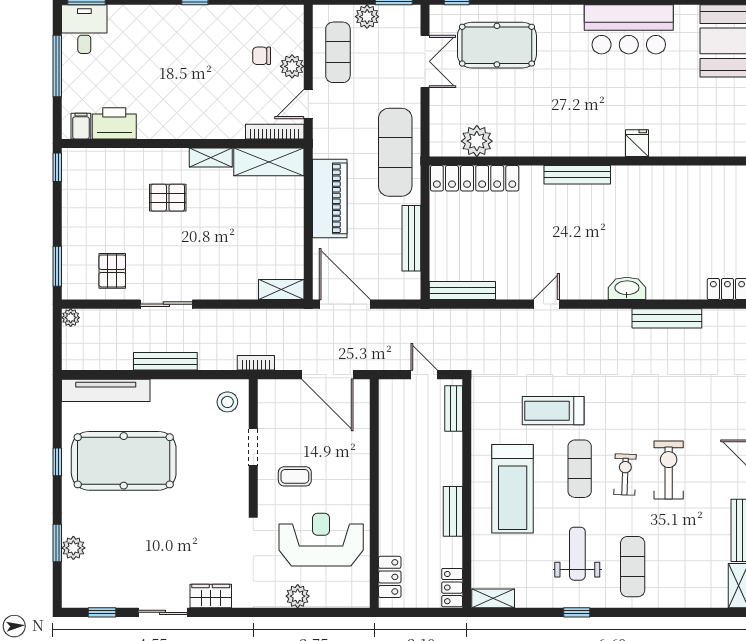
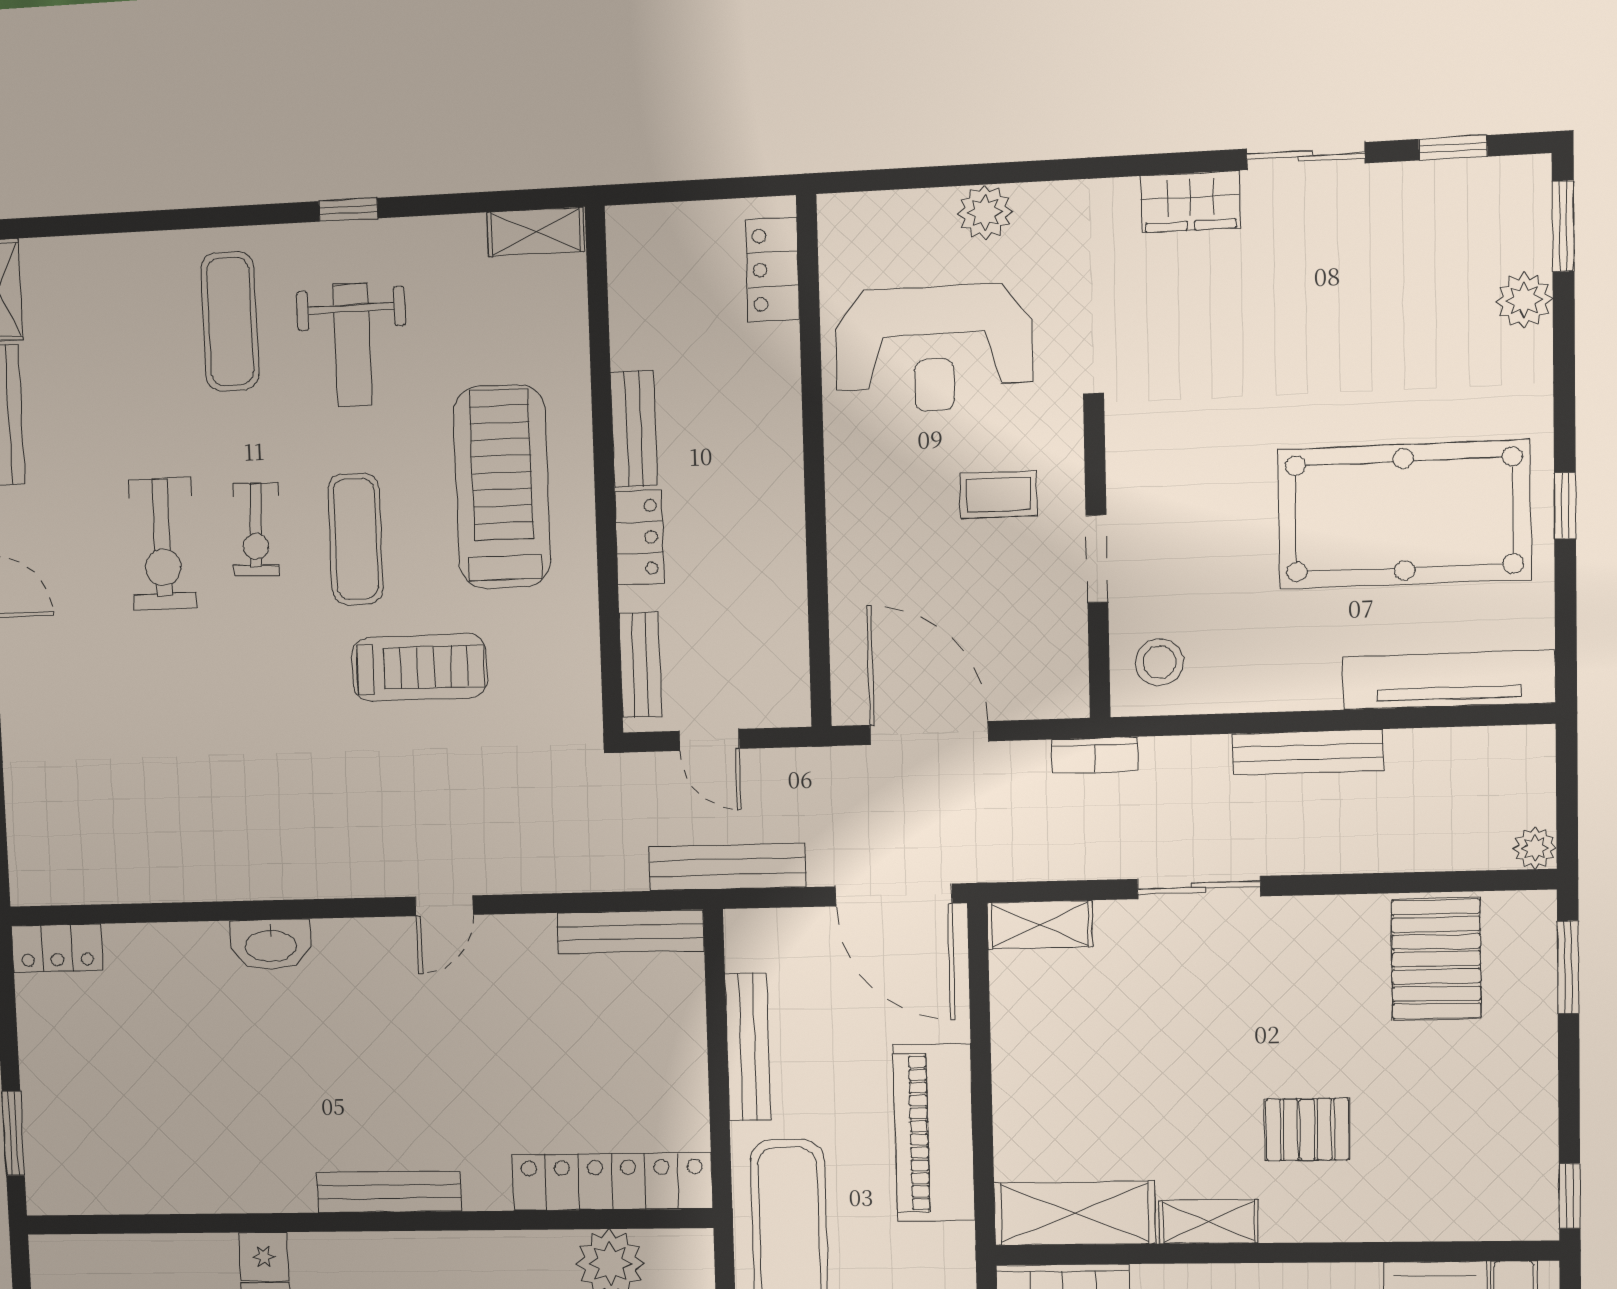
pallet: (112, 271) -> (1436, 959), width x1.50, depth x1.42
sliding door: (166, 304) -> (1199, 888), moved
bench: (667, 318) -> (727, 867), moved
window: (57, 543) -> (1563, 226), moved
locker: (452, 588) -> (639, 537), moved

